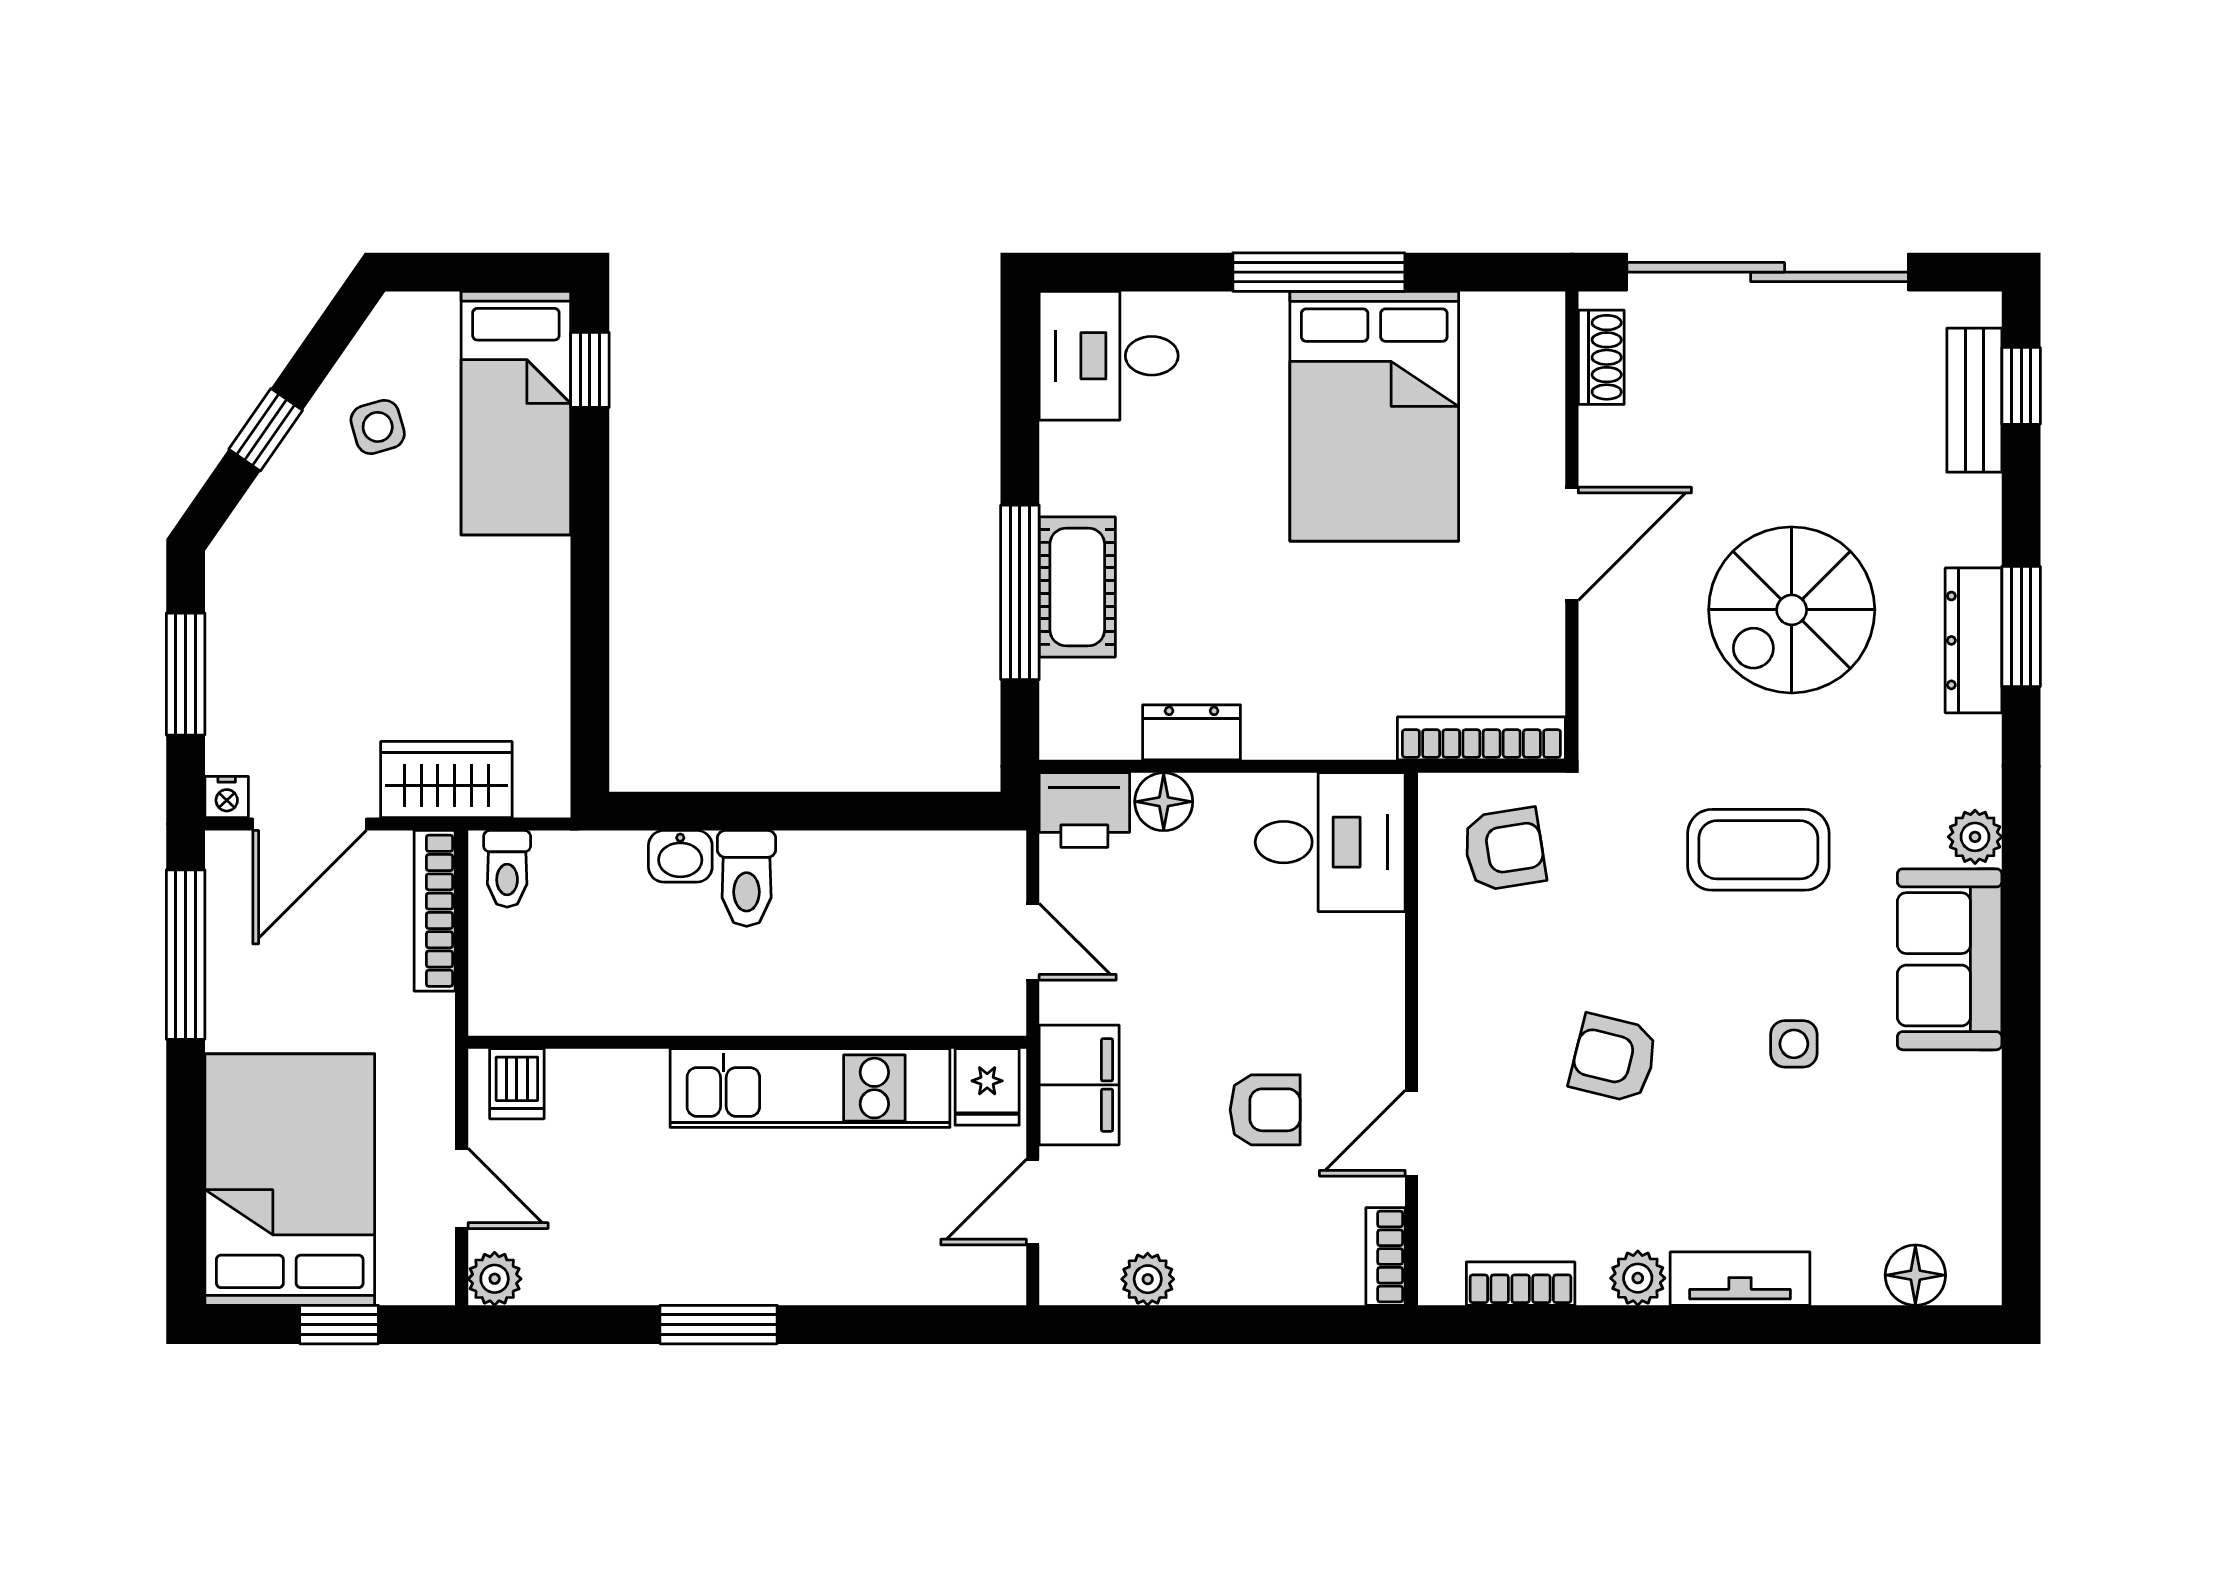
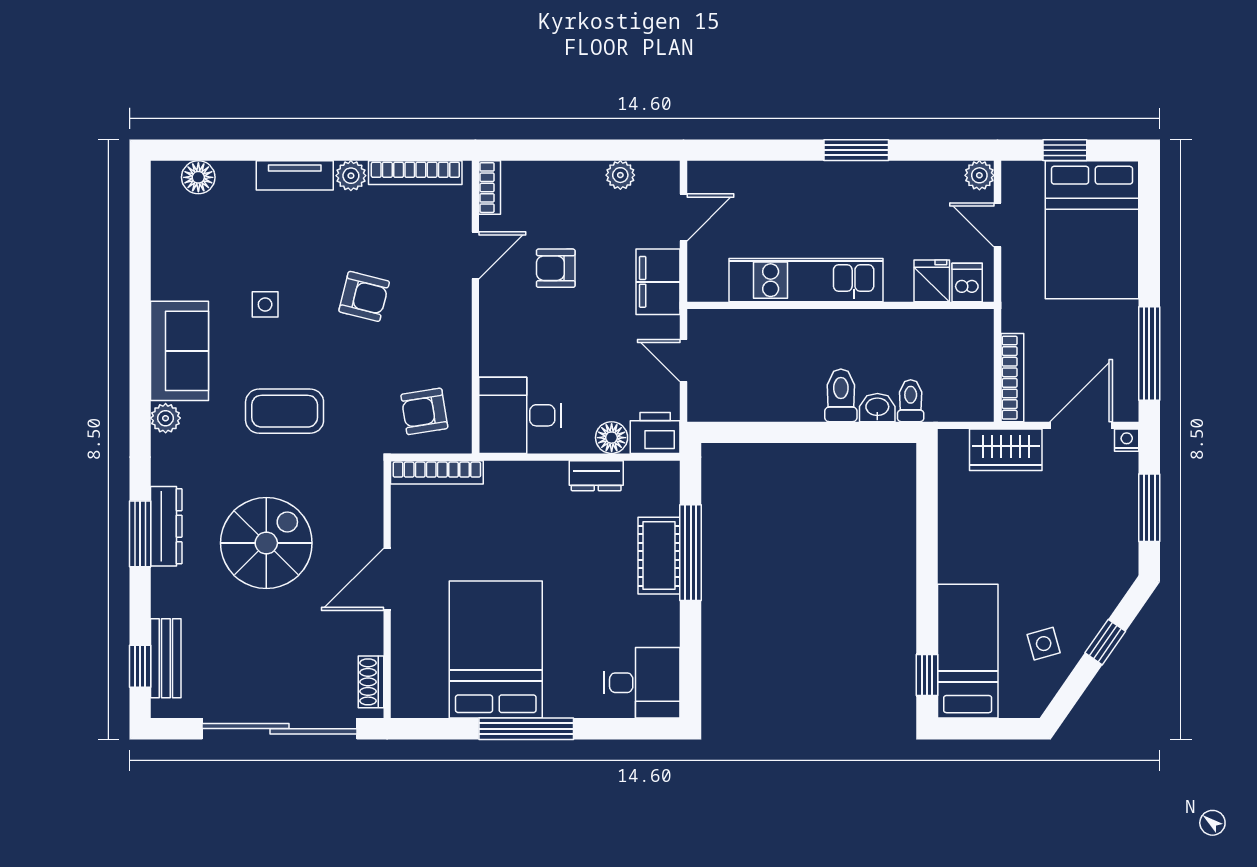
toilet: (507, 869) -> (911, 401), moved
fridge: (987, 1087) -> (932, 281), moved
bookcase: (1521, 1284) -> (415, 173), width x1.56

